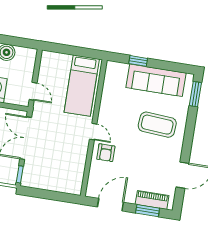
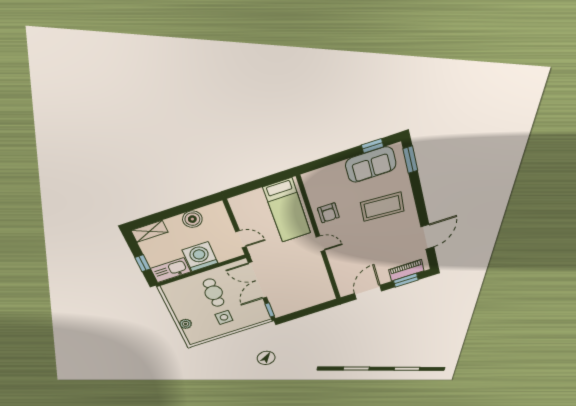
window: (138, 61) -> (372, 146), moved
sofa: (156, 80) -> (371, 165), width x0.73
armchair: (106, 153) -> (328, 213), moved

